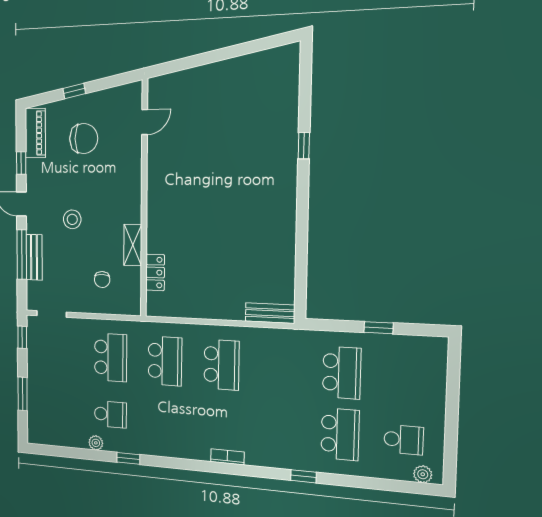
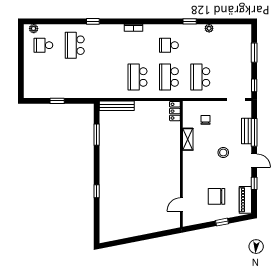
window: (301, 258) -> (97, 135), added
locker: (155, 272) -> (175, 111), moved
bench: (270, 313) -> (117, 106), width x1.36
school desk: (342, 373) -> (75, 77), removed
school desk: (110, 414) -> (169, 45), moved

